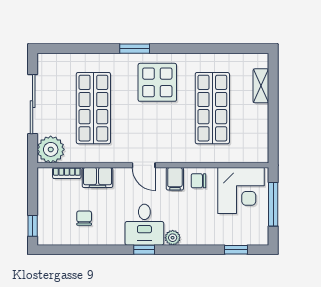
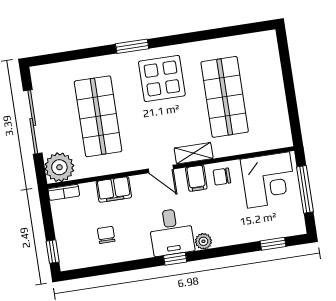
shelving: (261, 86) -> (194, 153), moved, turned 90
bookcase: (67, 173) -> (64, 192), moved

